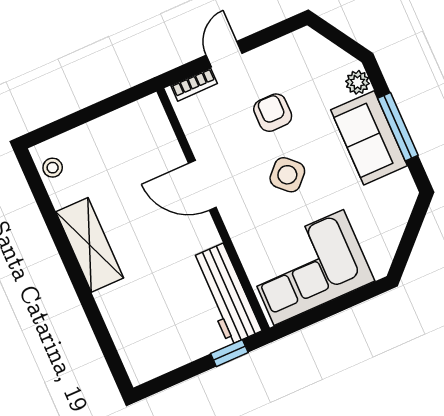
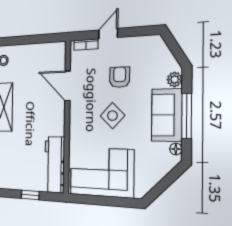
floor lamp: (404, 180) -> (176, 149), added
door: (202, 185) -> (68, 86), moved
window: (229, 353) -> (30, 195), moved

